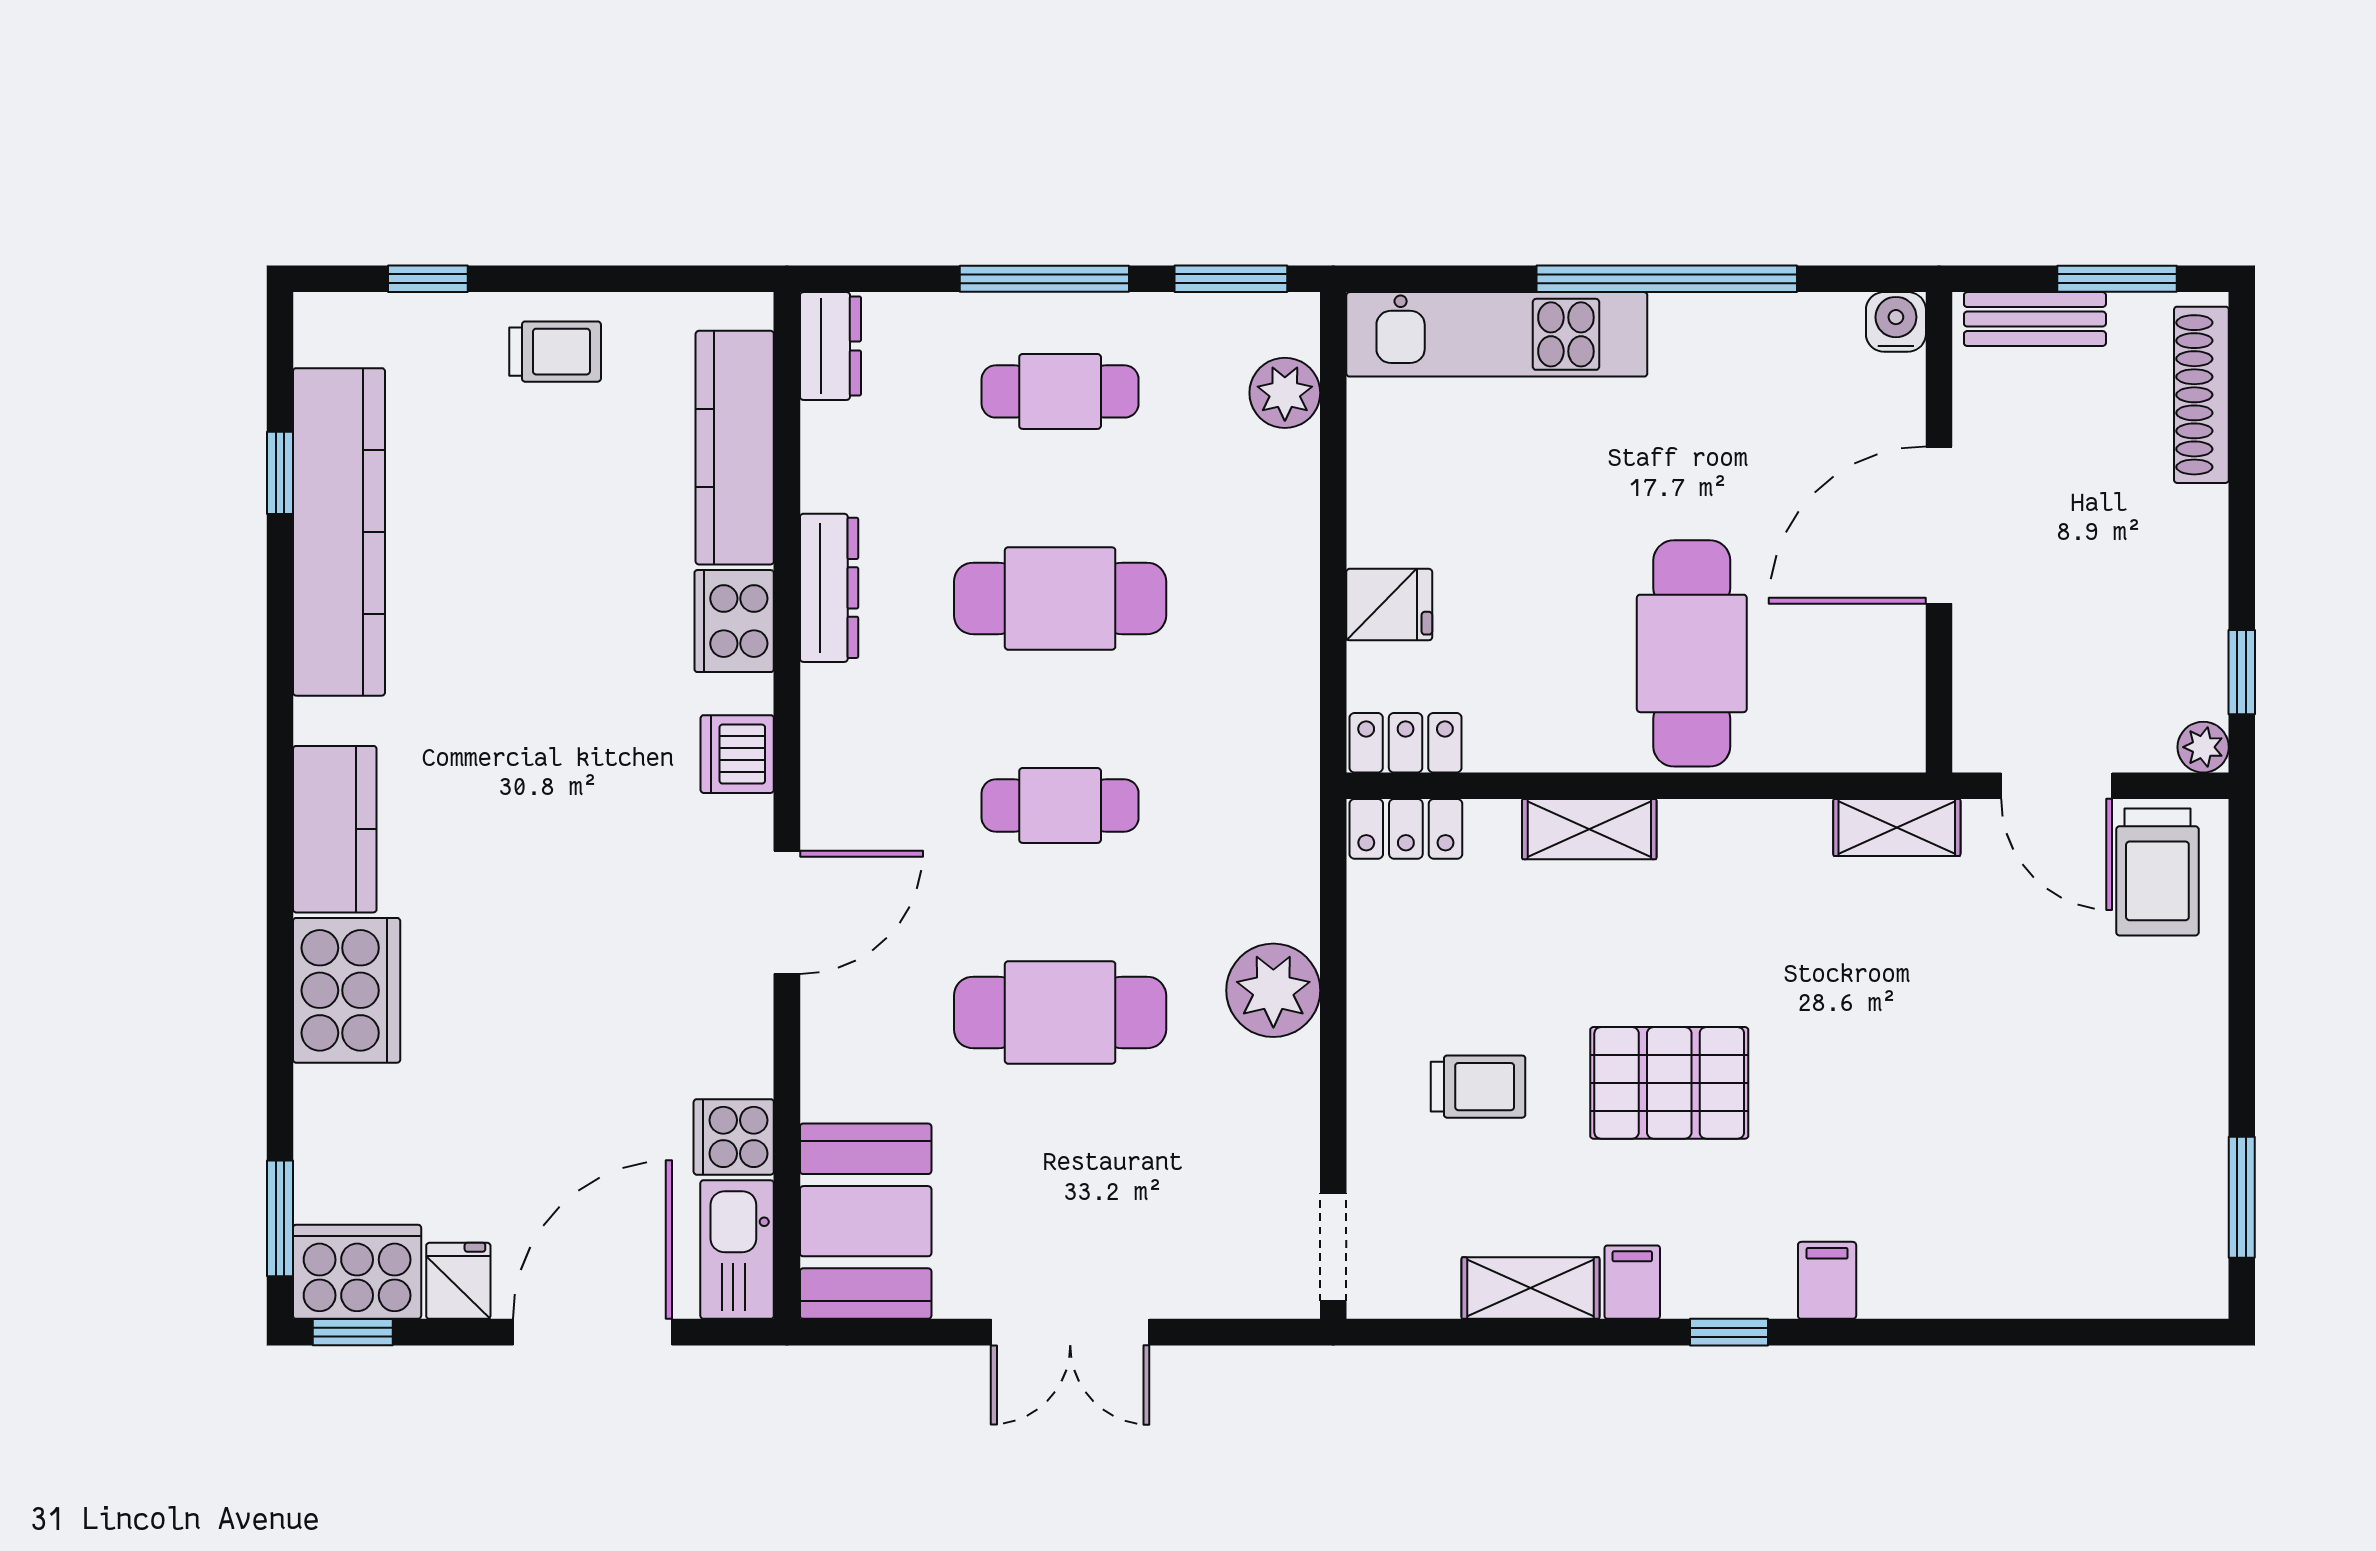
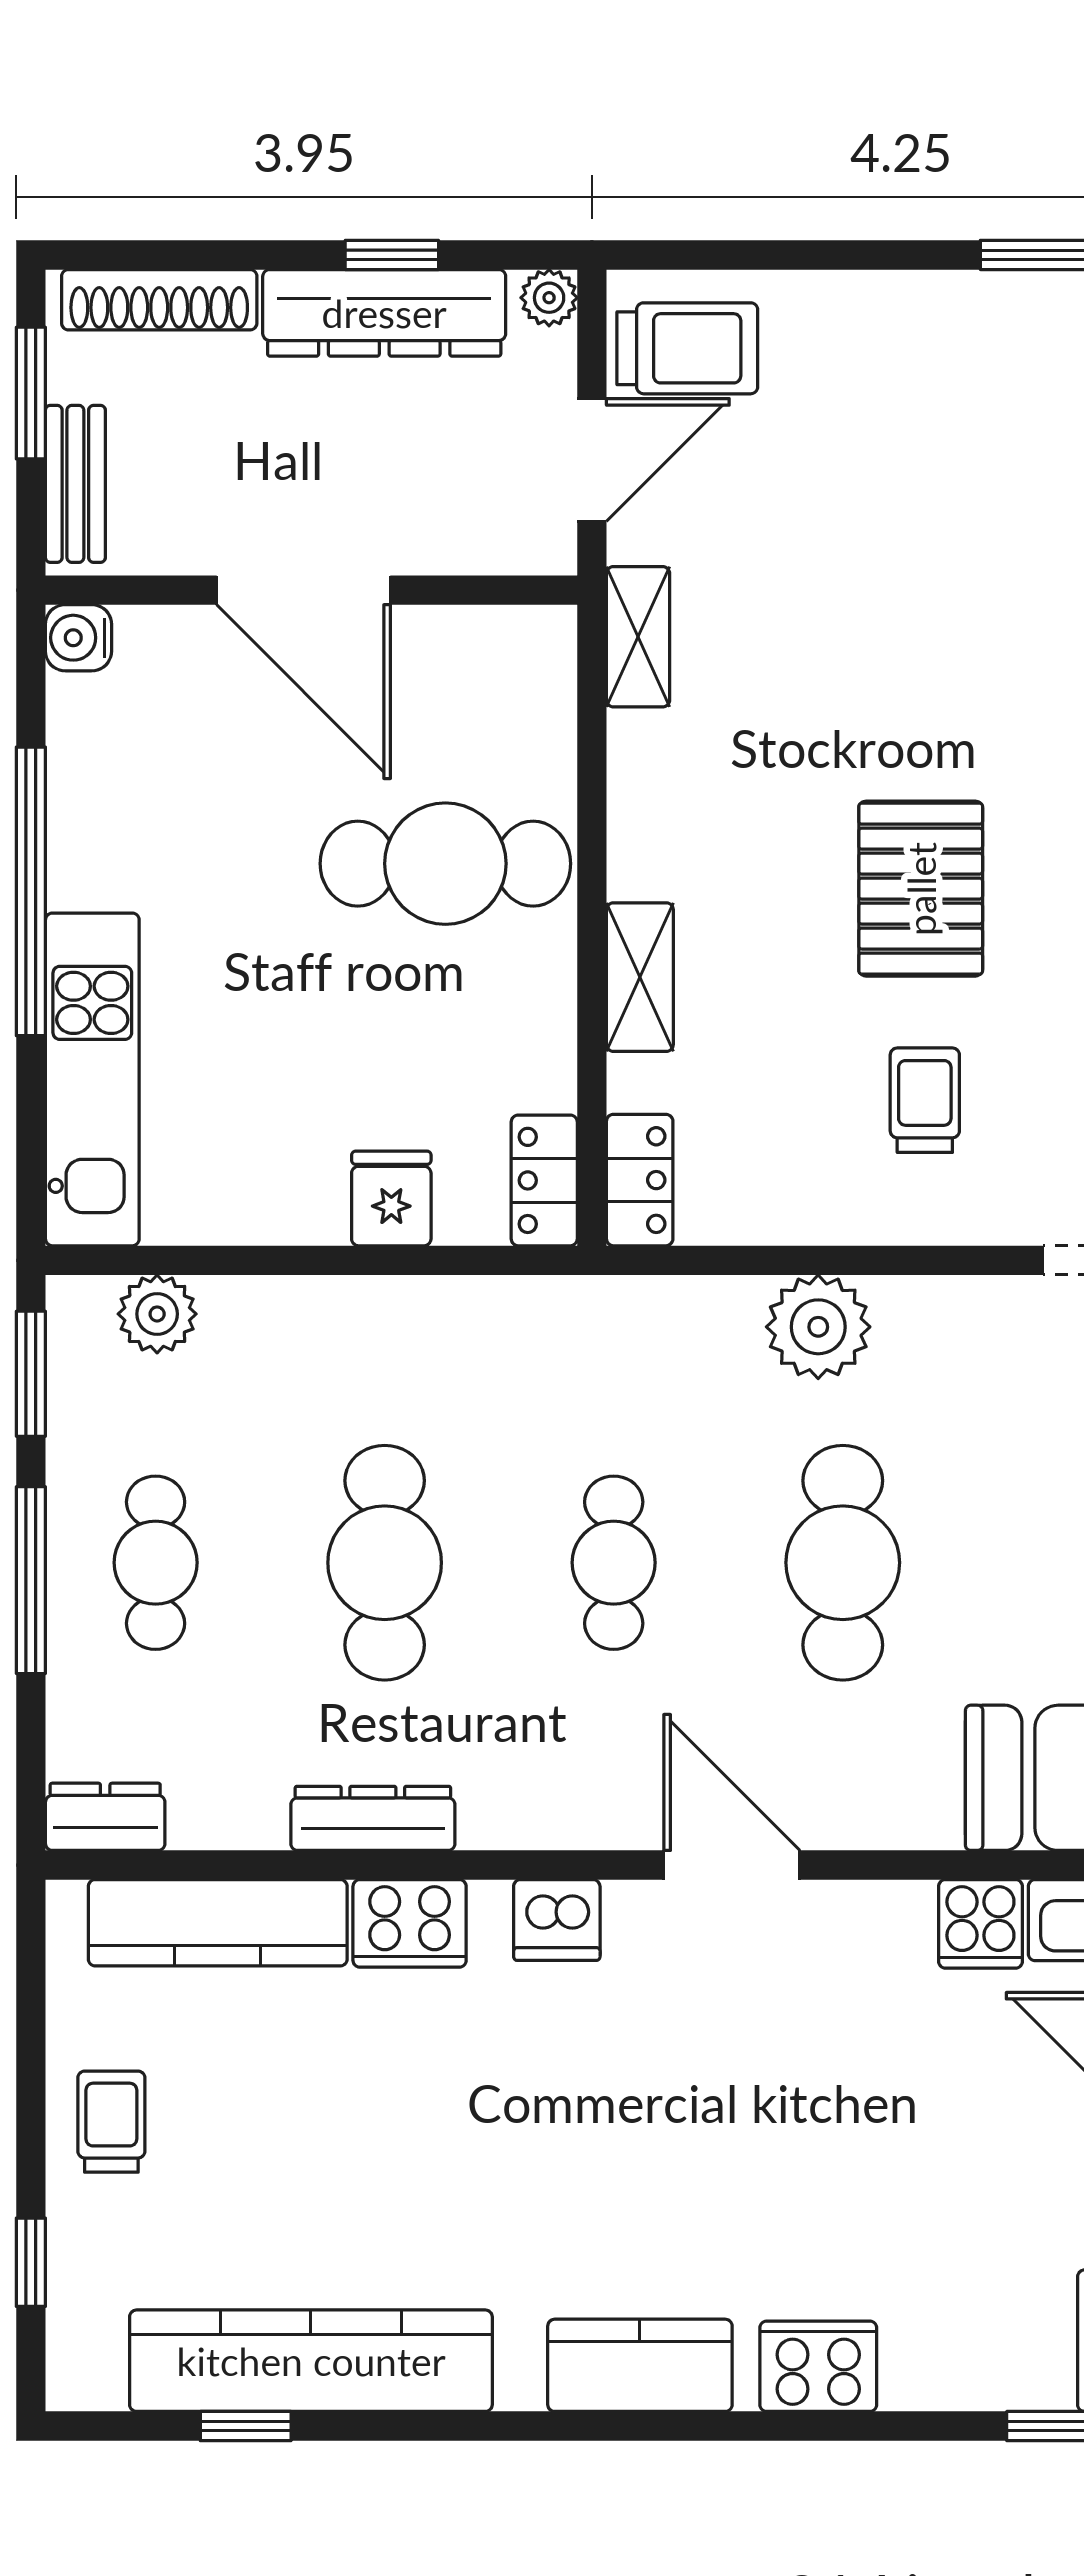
dresser: (2190, 598) -> (384, 313), added
window: (2242, 672) -> (392, 255), moved
cooker: (347, 990) -> (818, 2366), width x0.73, depth x0.76

